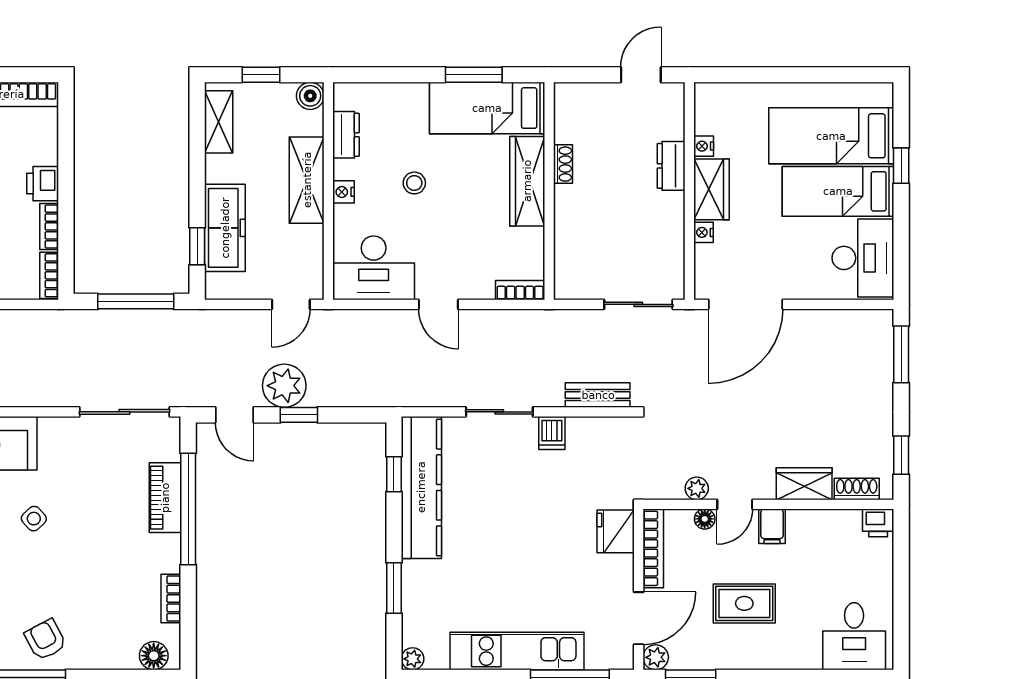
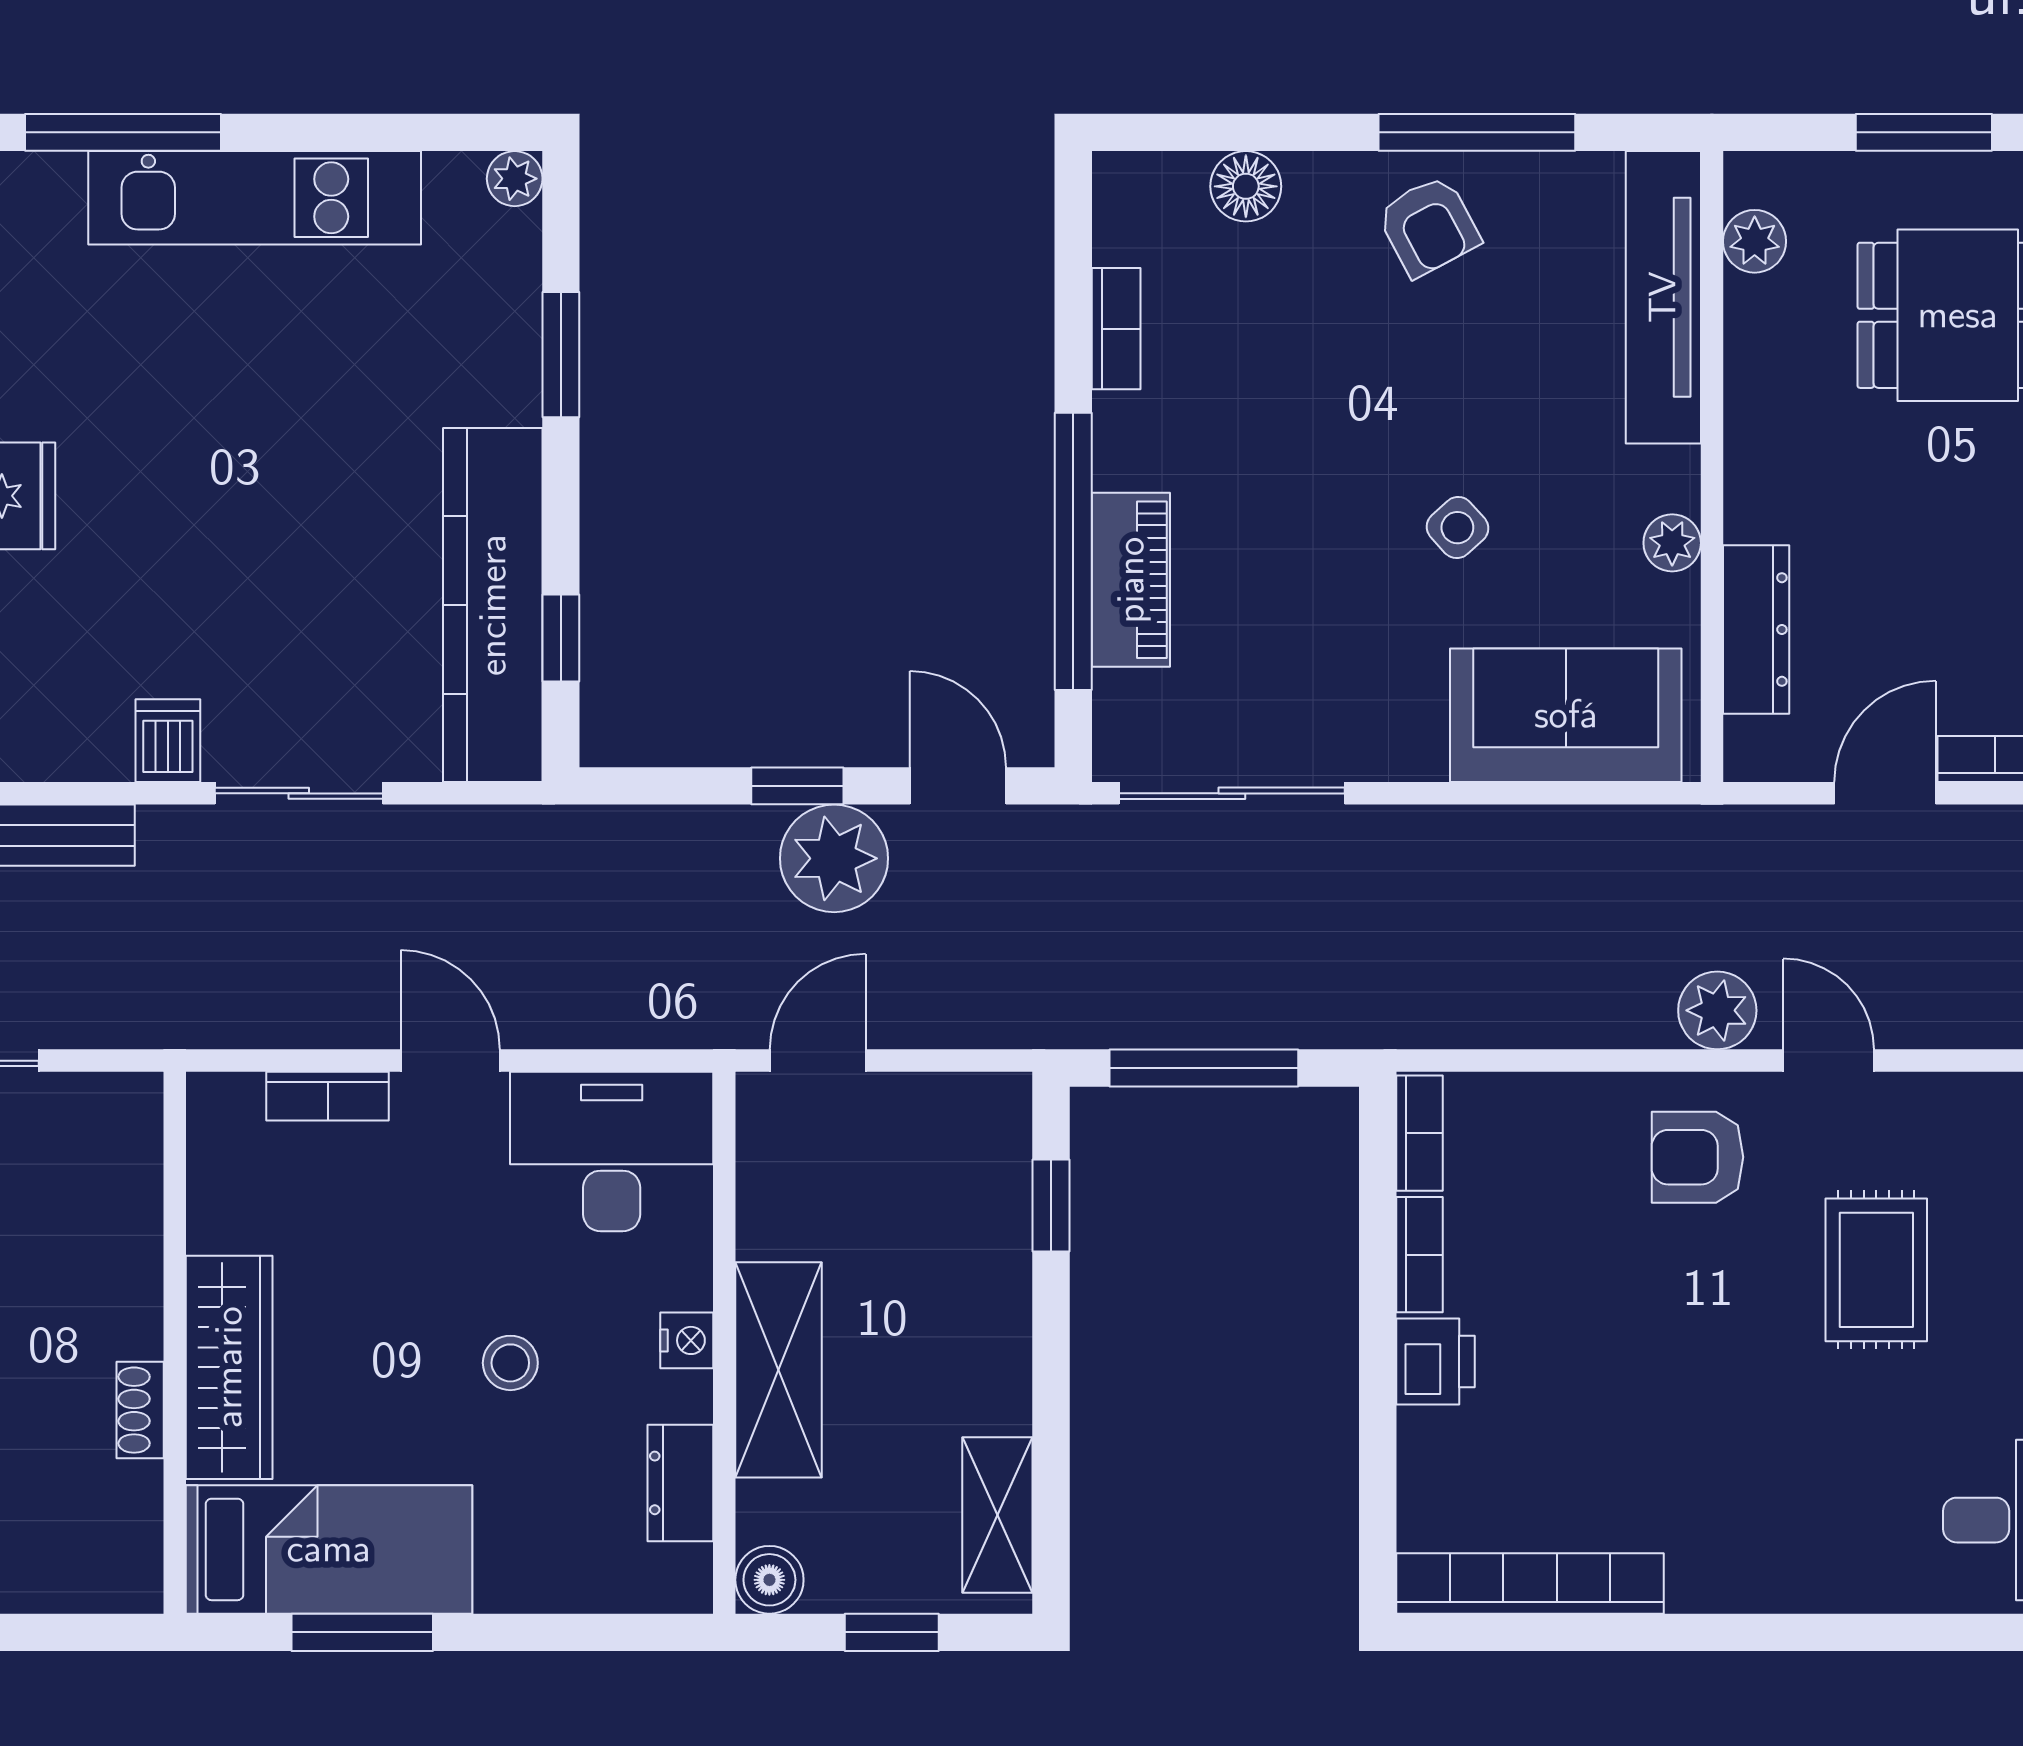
freezer: (225, 228) -> (982, 1251), removed
bookcase: (520, 290) -> (328, 1096), moved
floor lamp: (154, 656) -> (1246, 186), moved

